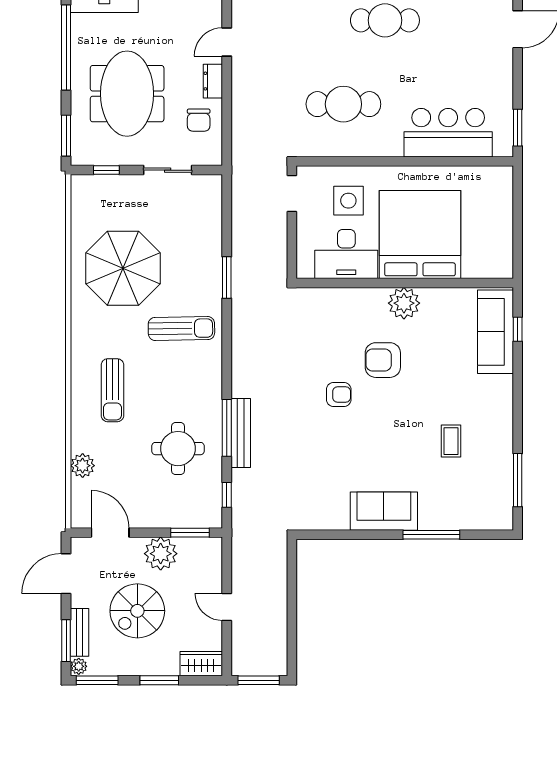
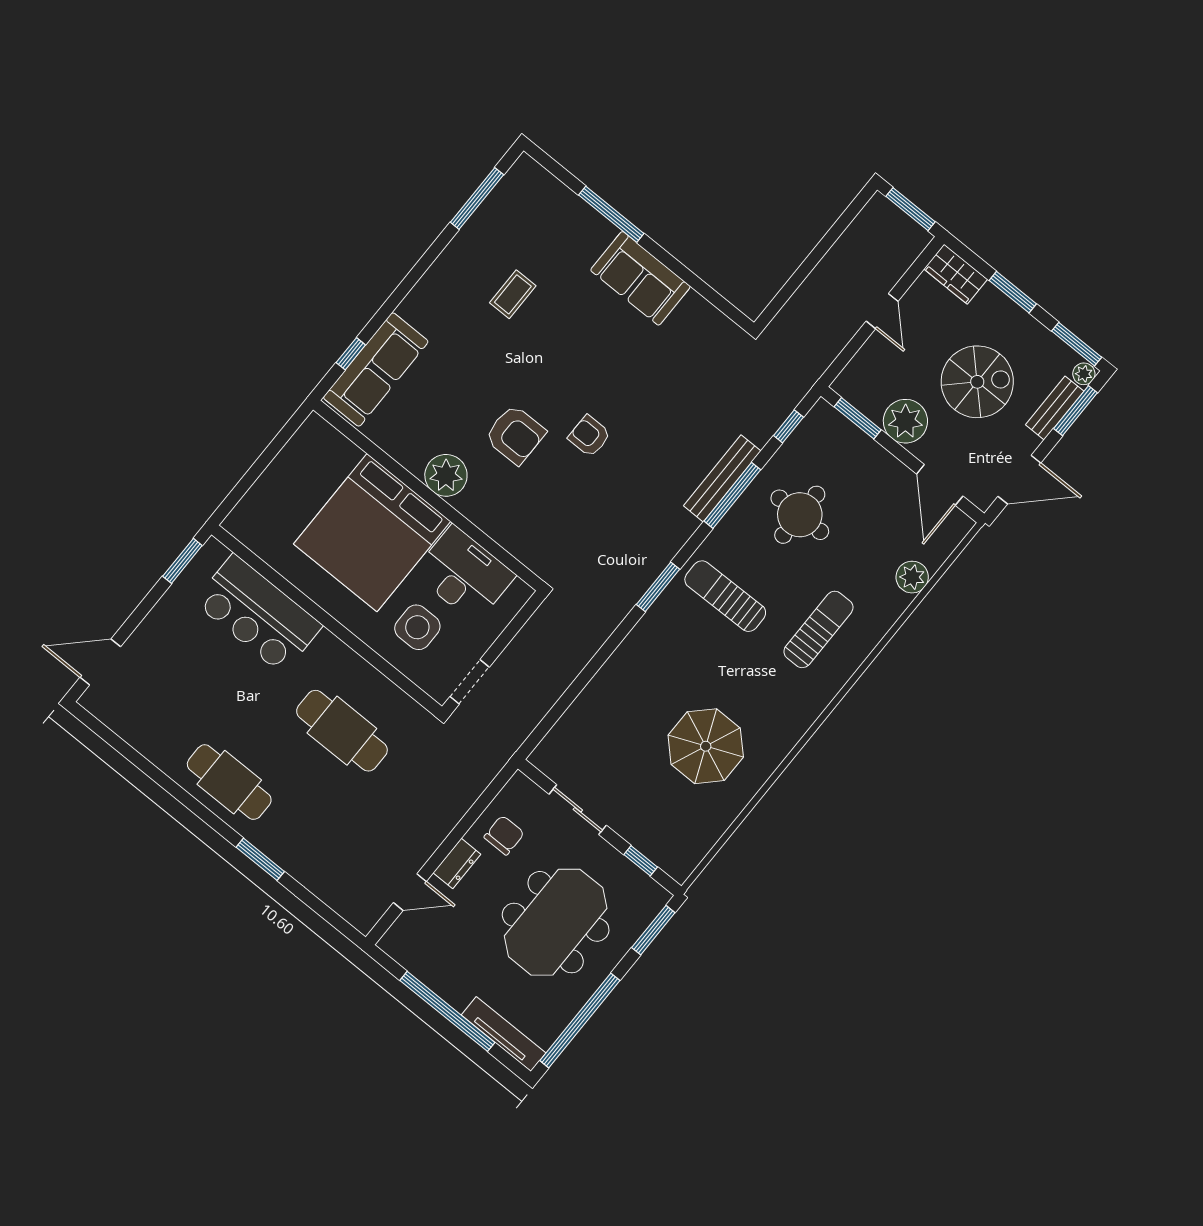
parasol: (123, 268) -> (706, 746), width x0.73, depth x0.73
window: (227, 278) -> (658, 587), moved
sun lounger: (181, 328) -> (725, 596), moved

